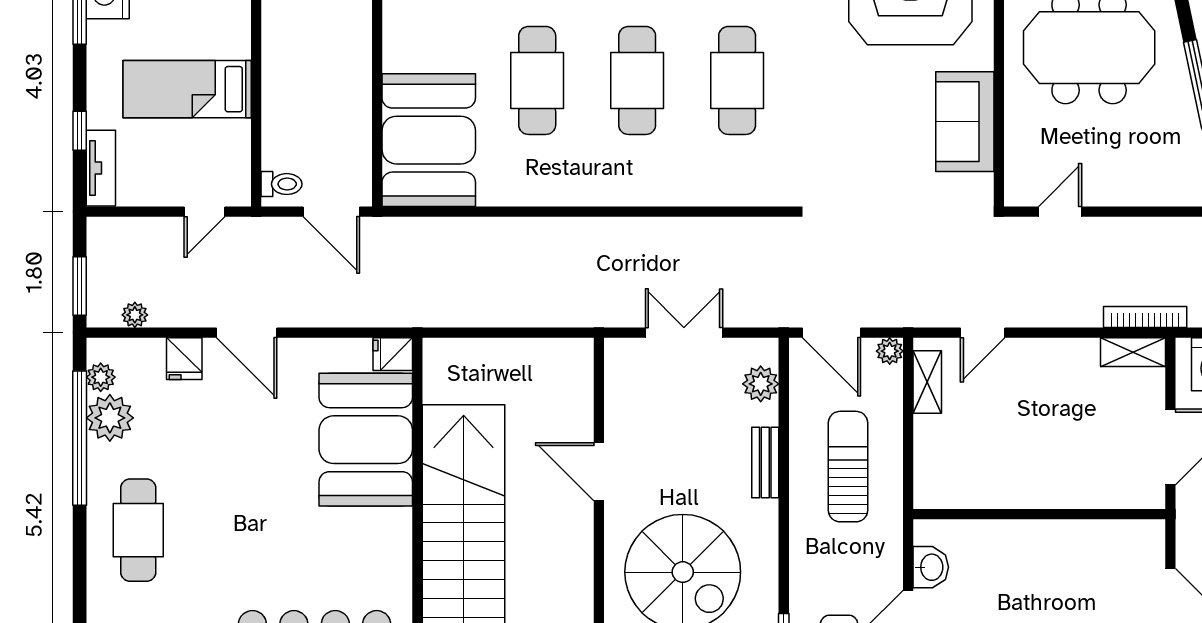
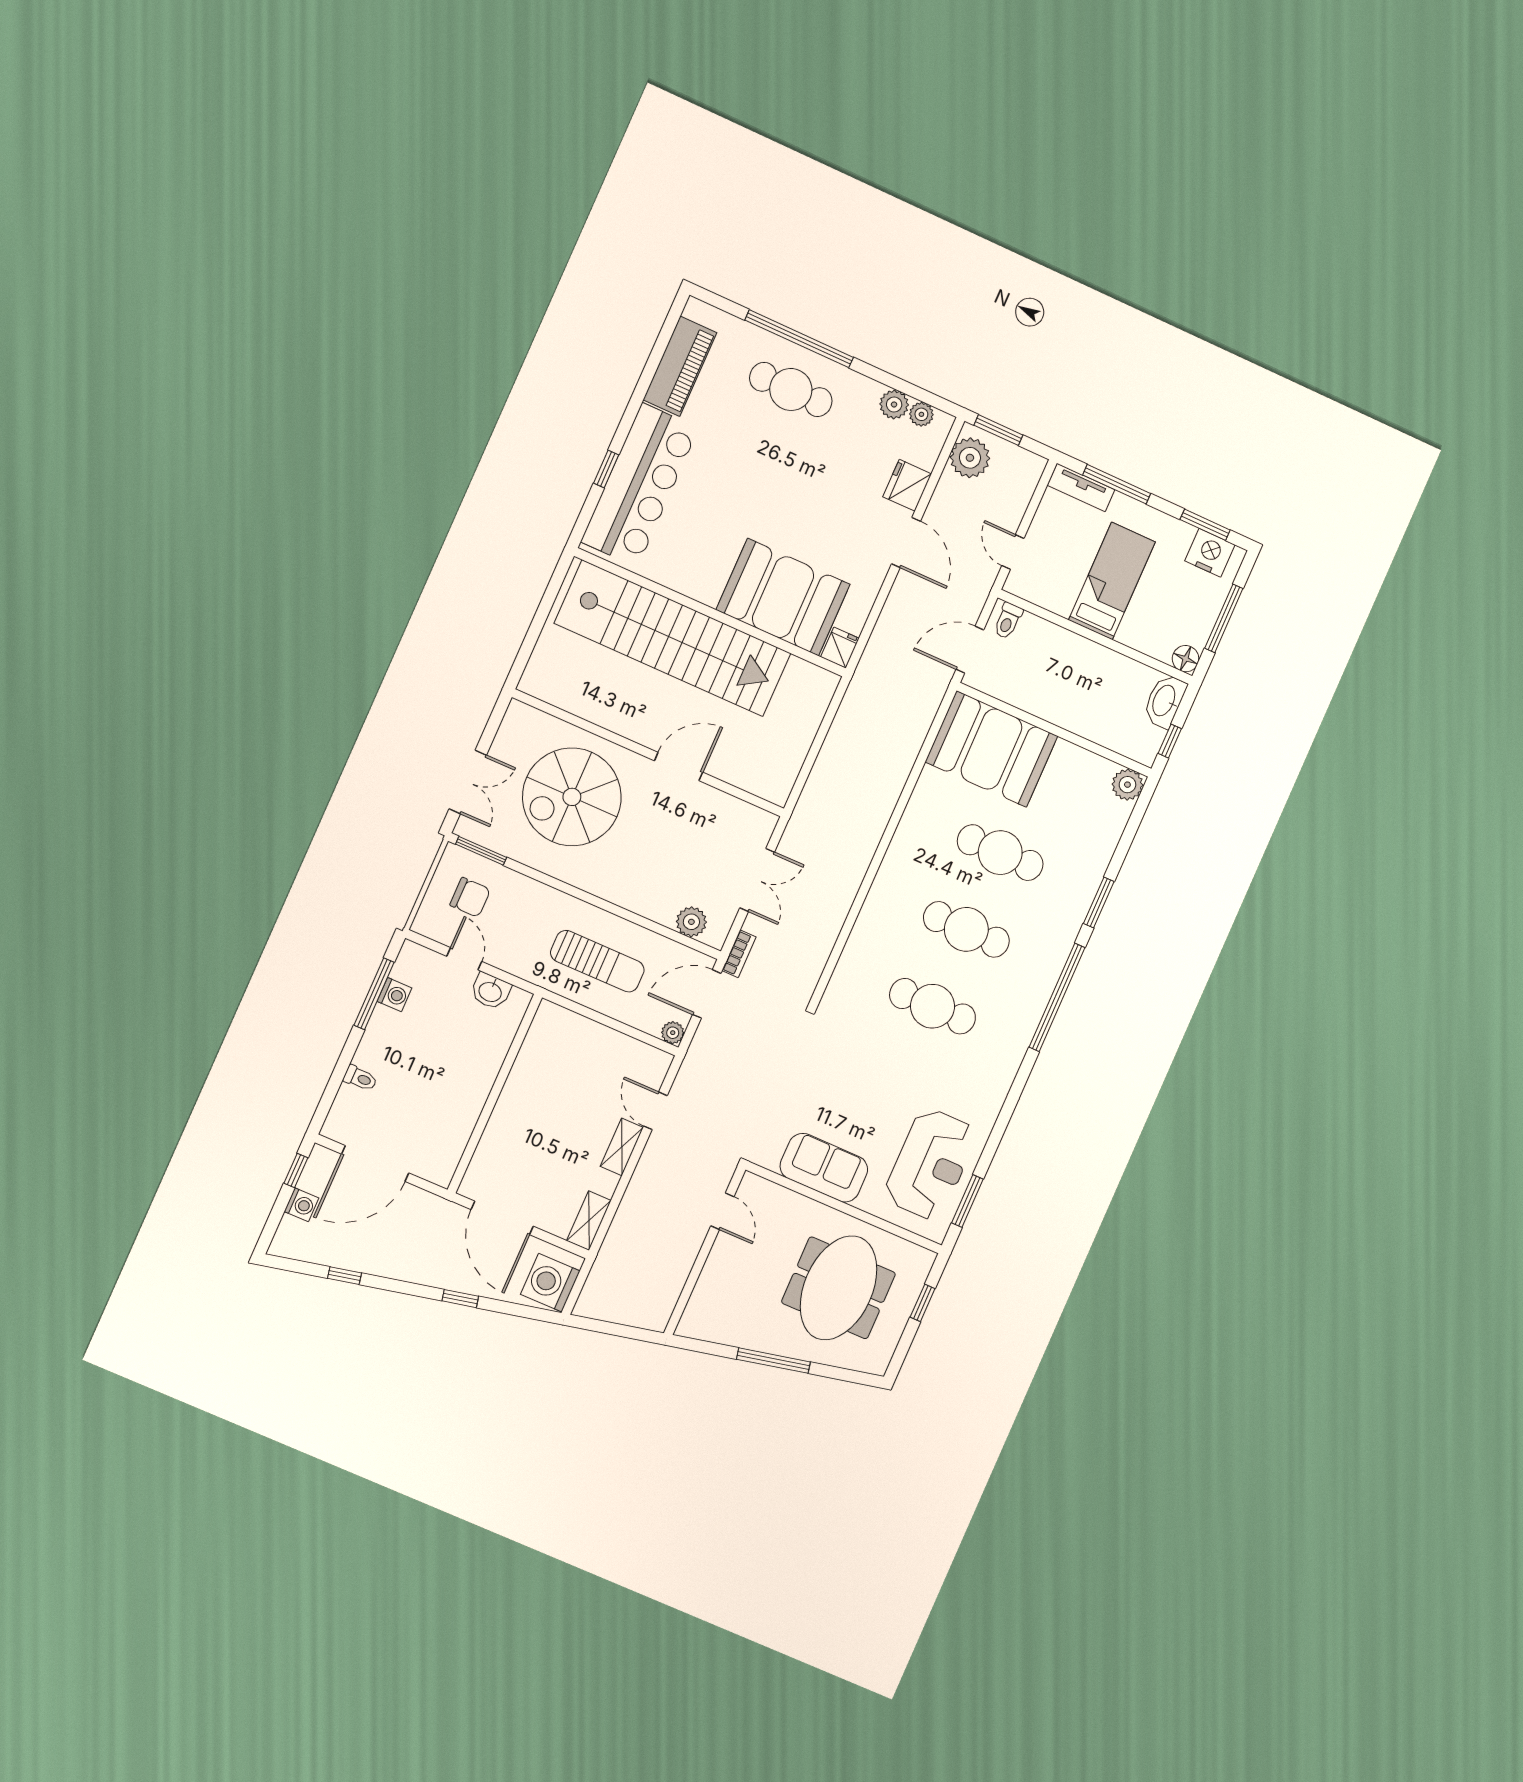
window: (80, 131) -> (1117, 484), width x2.17
plant: (135, 315) -> (970, 458), width x1.88, depth x1.88
bookcase: (1145, 317) -> (739, 954), moved, width x0.64
door: (247, 333) -> (906, 542), swing flipped
fridge: (184, 359) -> (907, 485), width x1.38
shelving: (927, 382) -> (622, 1147), moved, turned 90
plant: (110, 418) -> (894, 404), width x0.73, depth x0.73
window: (80, 438) -> (799, 339), moved
bench: (765, 462) -> (629, 898), removed

